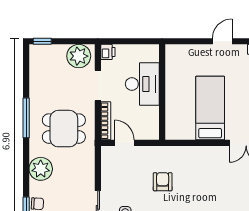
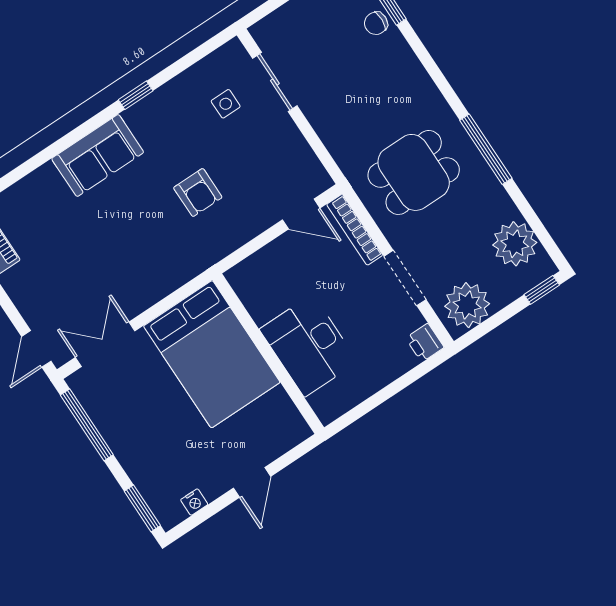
desk: (142, 84) -> (309, 346), moved
wall: (162, 92) -> (268, 354), moved
bed: (210, 108) -> (212, 354), width x1.50
plant: (41, 169) -> (515, 244), moved

